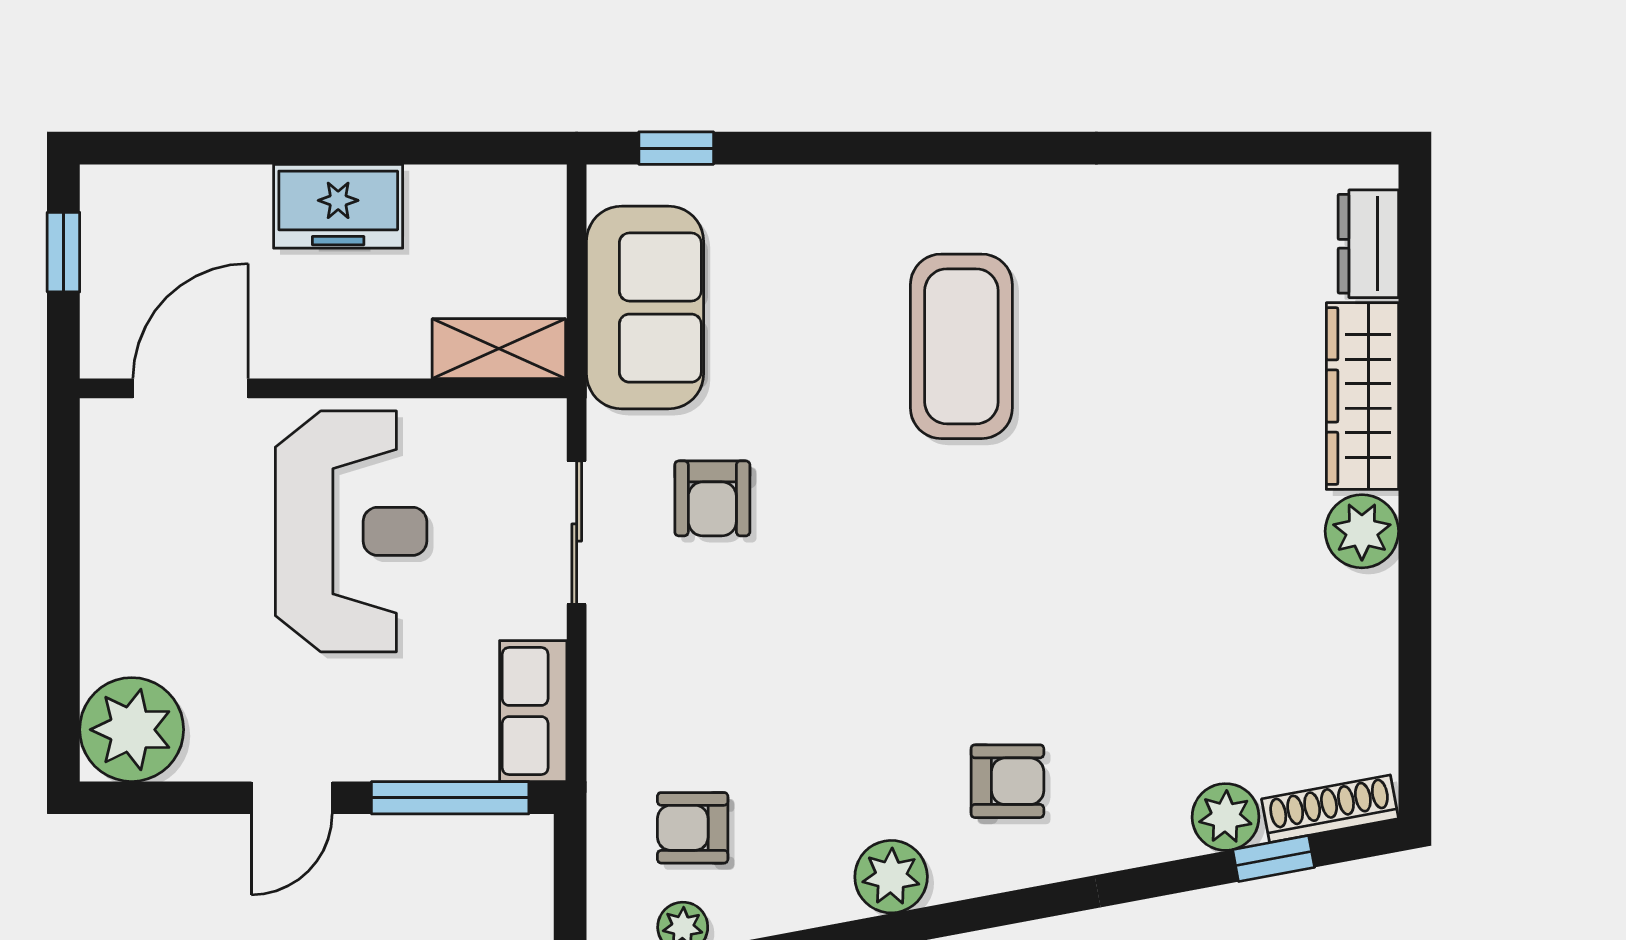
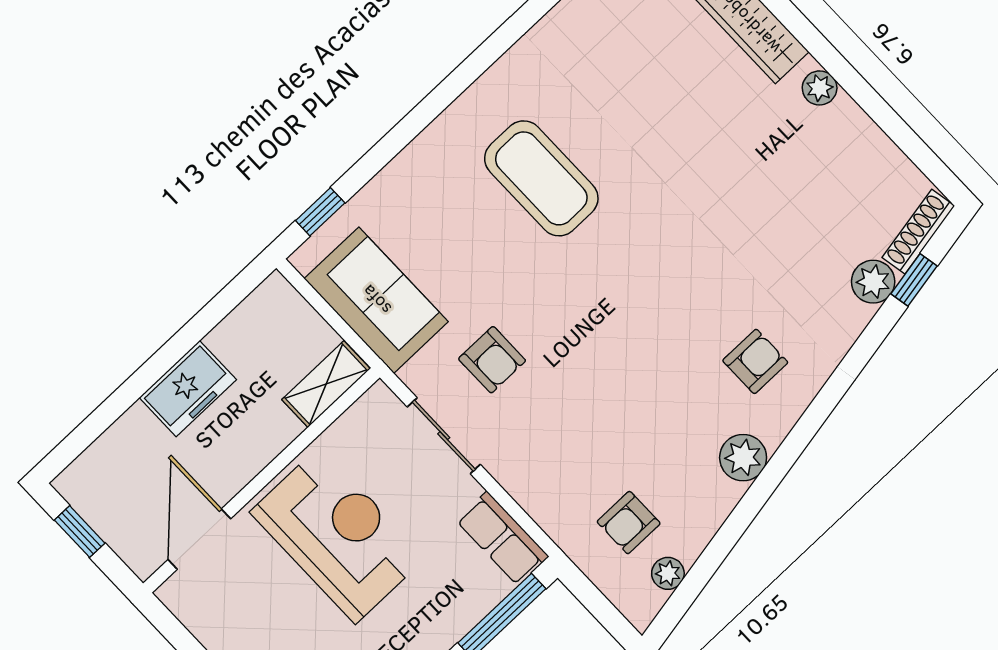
plant: (1362, 531) -> (820, 88), width x0.73, depth x0.73

